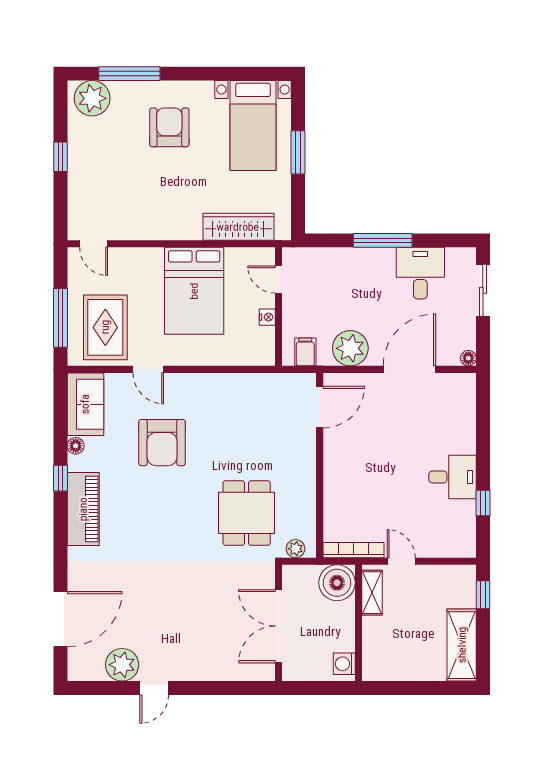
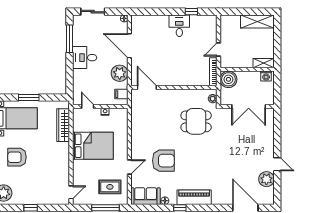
window: (383, 240) -> (69, 39), moved
desk: (420, 273) -> (85, 58), moved
door: (279, 279) -> (88, 106), swing flipped
rug: (105, 327) -> (110, 187), width x0.73, depth x0.70
shelving: (372, 593) -> (264, 63), moved
window: (483, 595) -> (234, 12), removed

